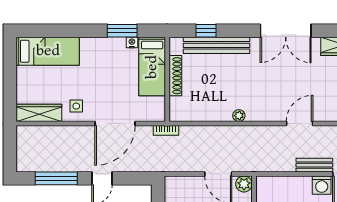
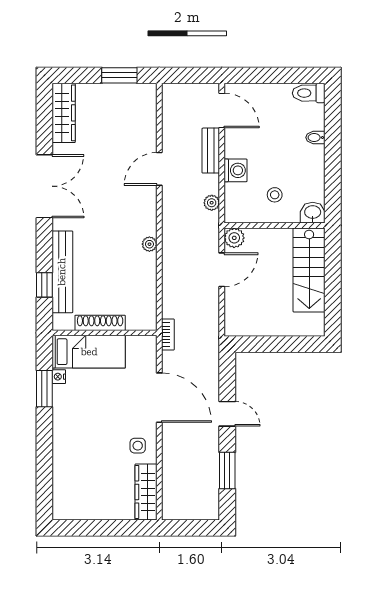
bed: (48, 51) -> (70, 481), removed
door: (300, 124) -> (159, 169), hinge flipped
plant: (272, 166) -> (212, 203), added
window: (56, 178) -> (227, 471), width x0.69
washing machine: (322, 185) -> (236, 170), moved

